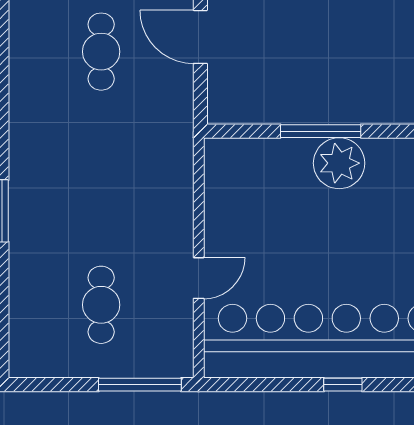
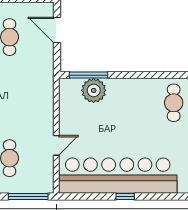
window: (321, 131) -> (88, 75), moved
plant: (339, 163) -> (94, 90), moved

